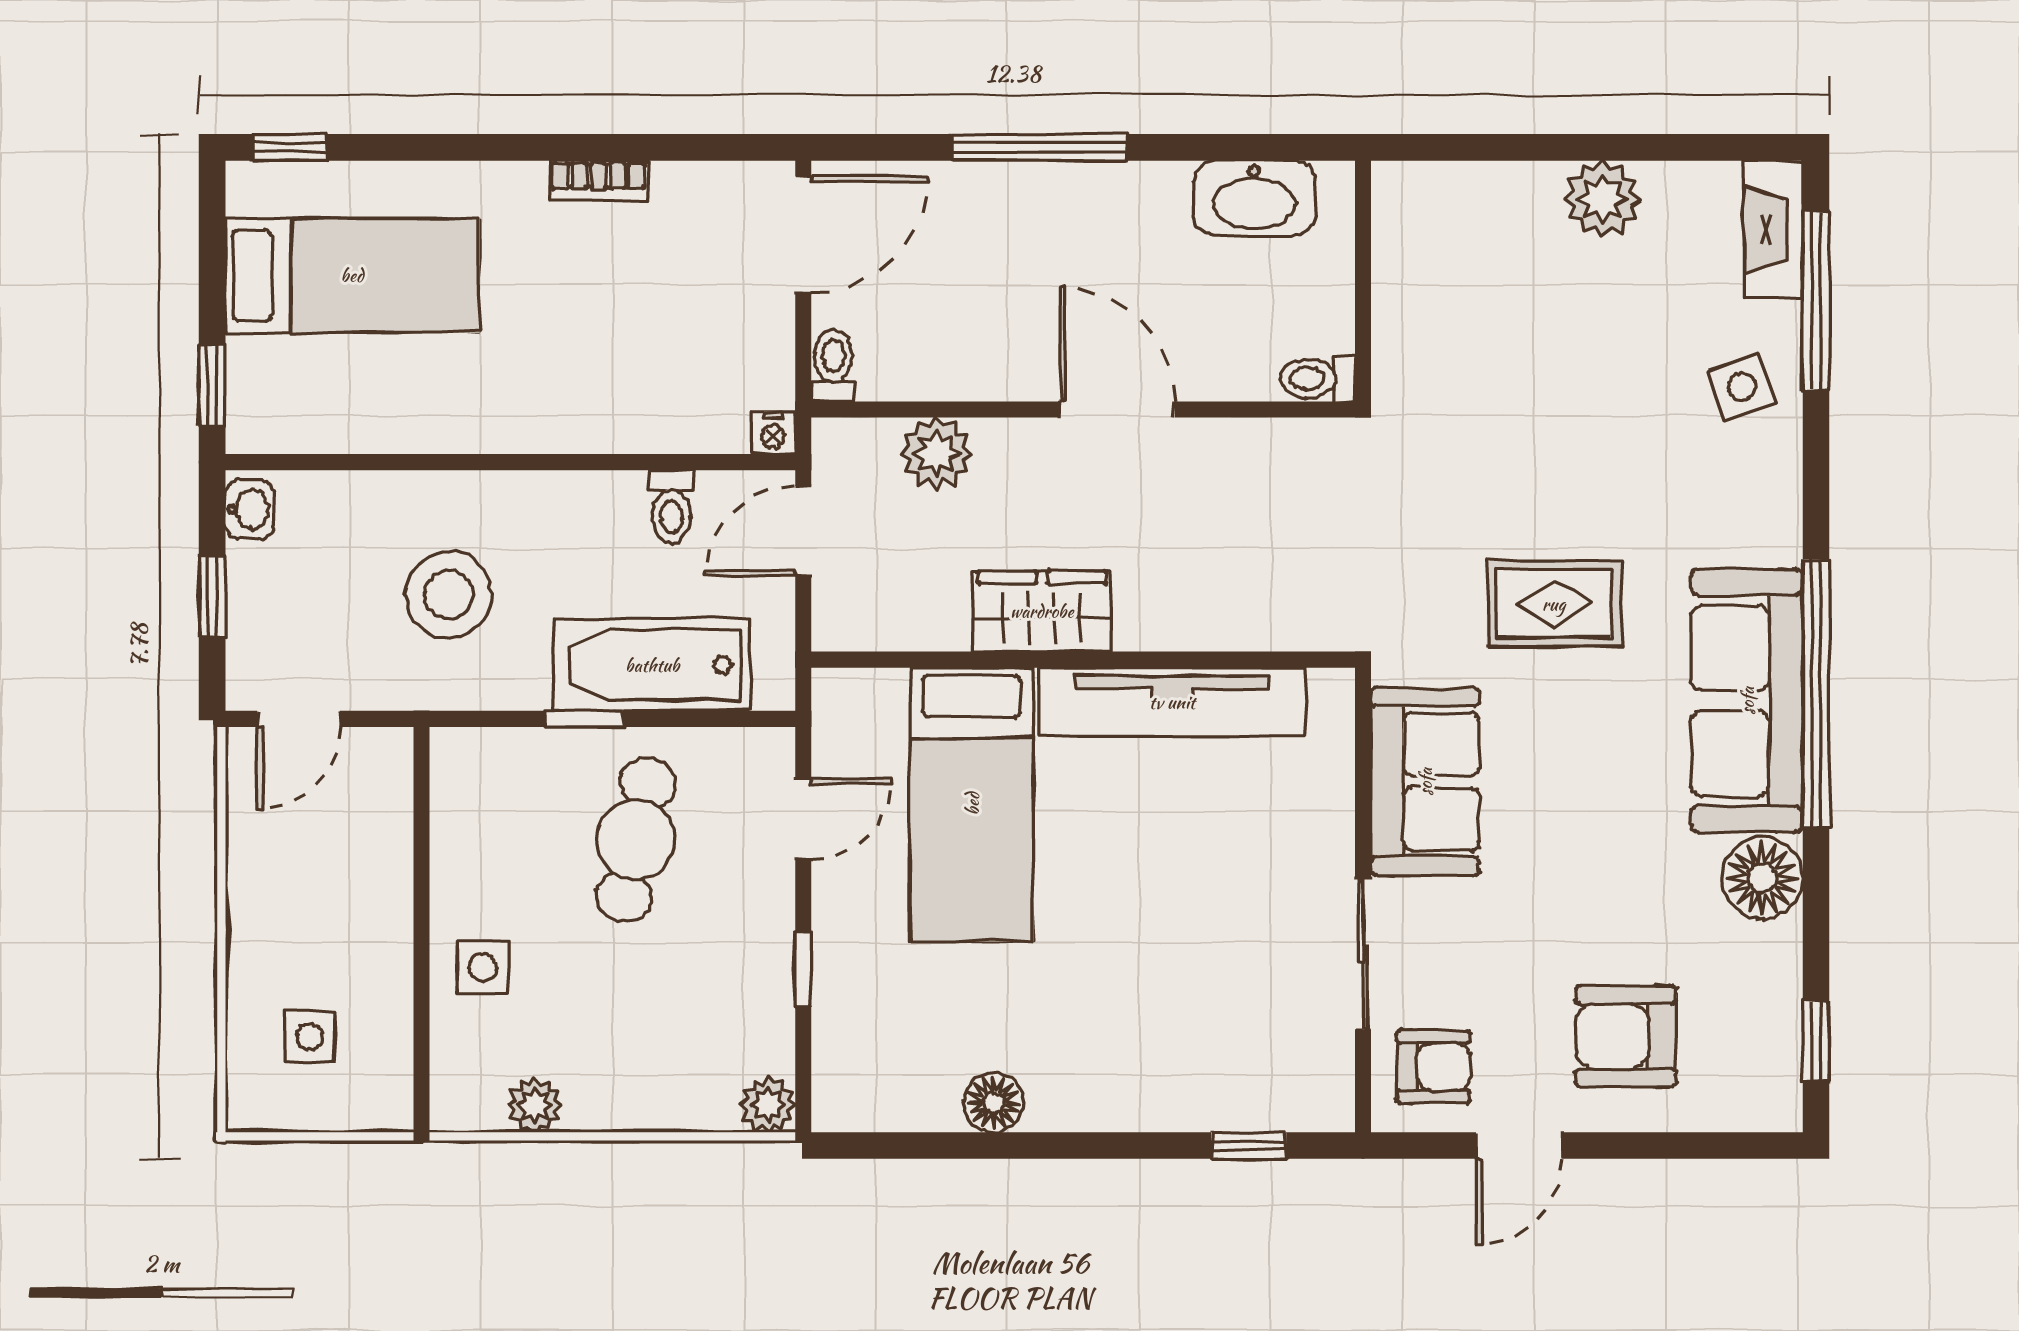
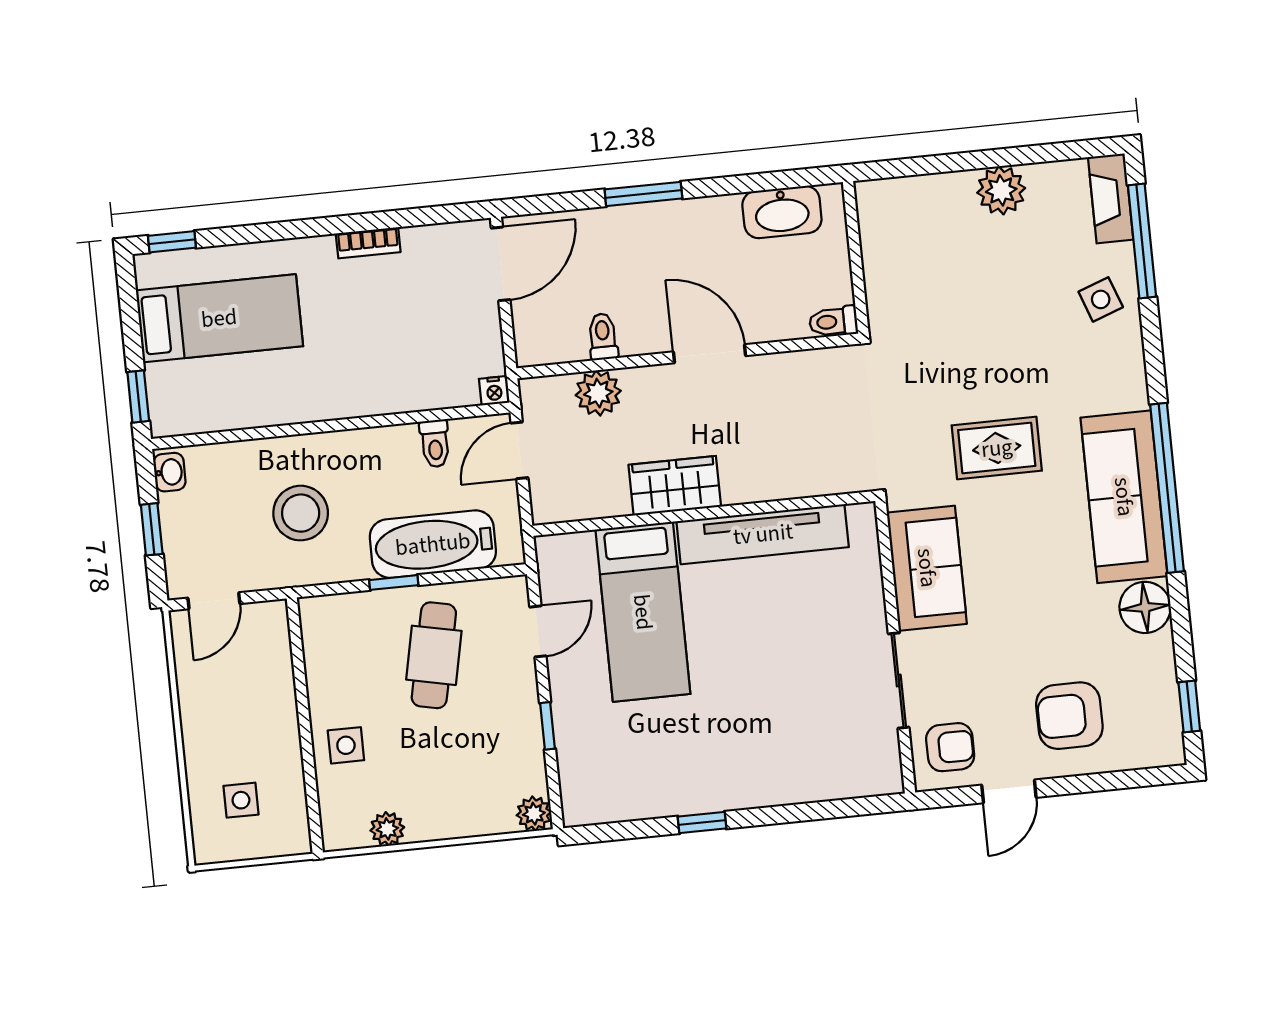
window: (1039, 147) -> (643, 194), width x0.69
toilet: (833, 365) -> (603, 337), moved
floor lamp: (994, 1103) -> (676, 798), removed
window: (1249, 1146) -> (702, 822), moved

